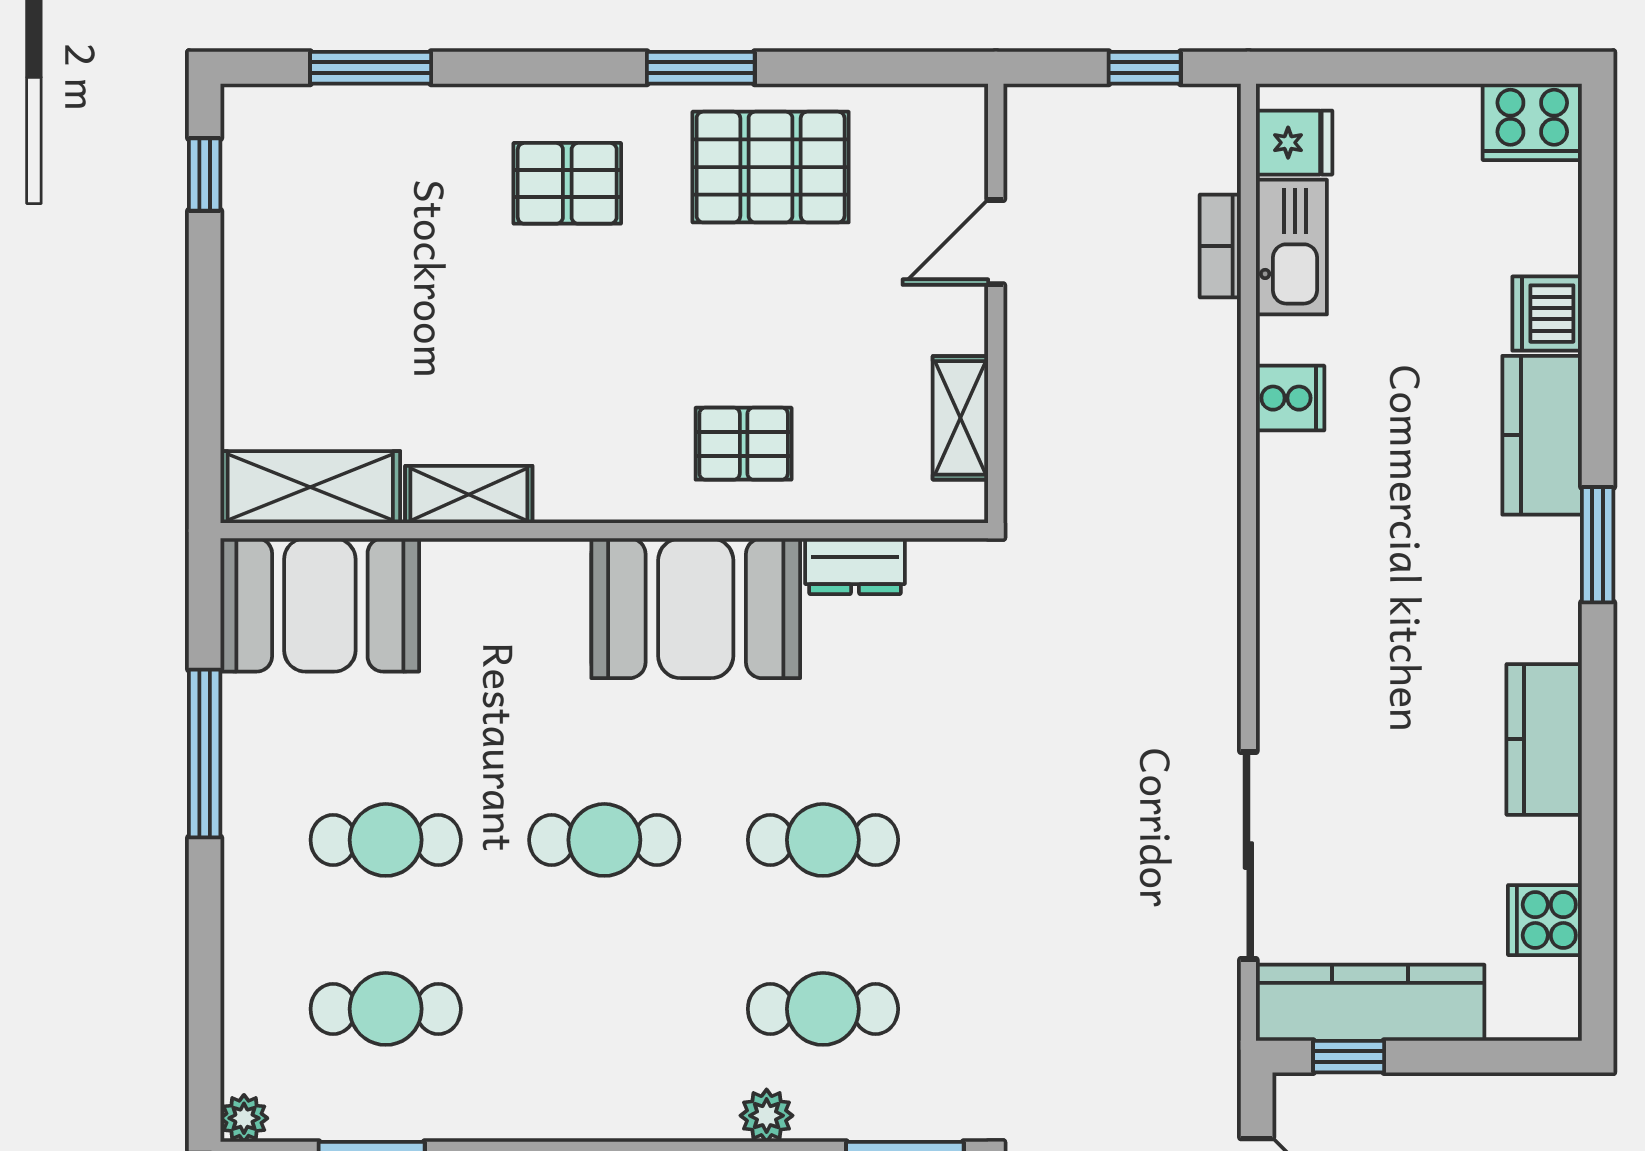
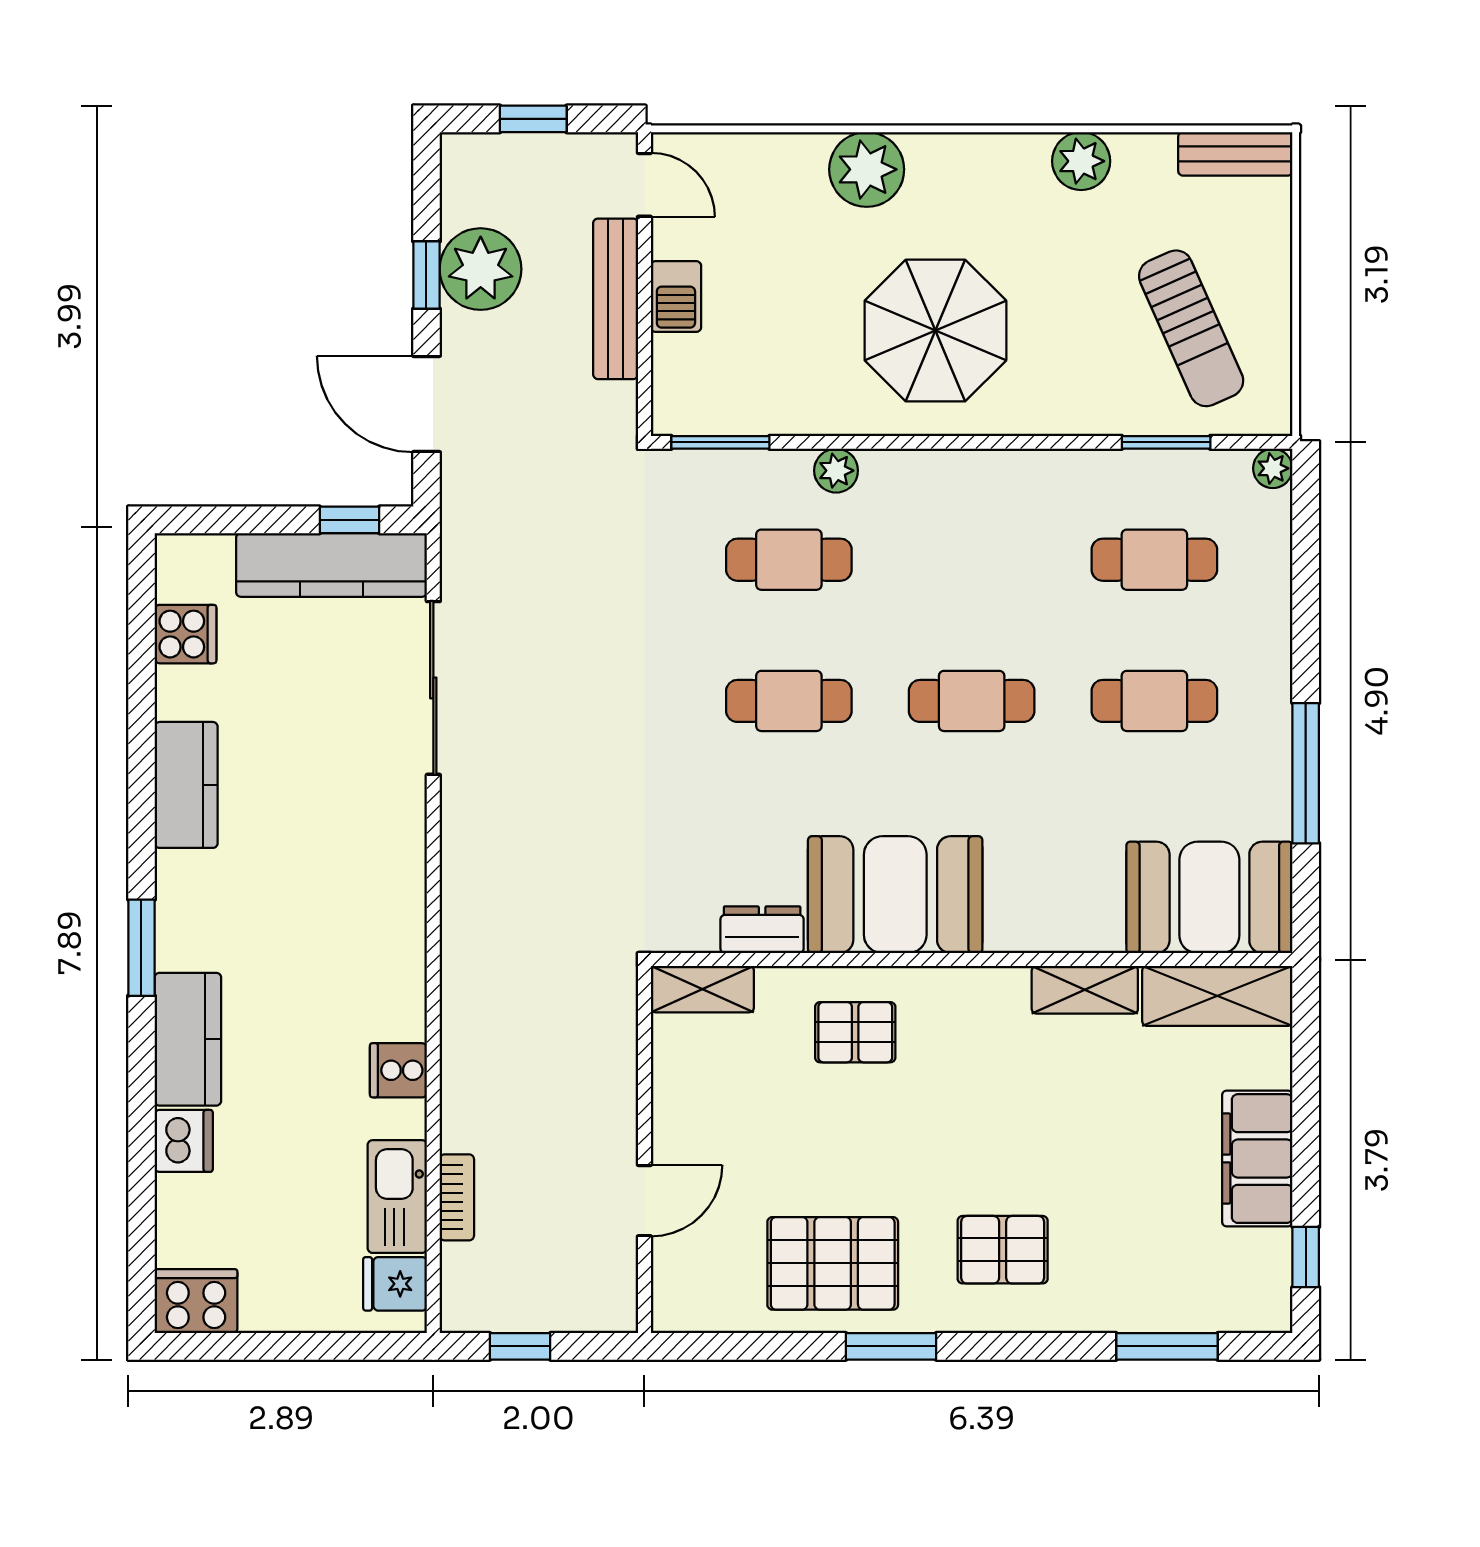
filing cabinet: (263, 293) -> (1257, 1159), added
shelving: (960, 418) -> (702, 989), moved, turned 90

